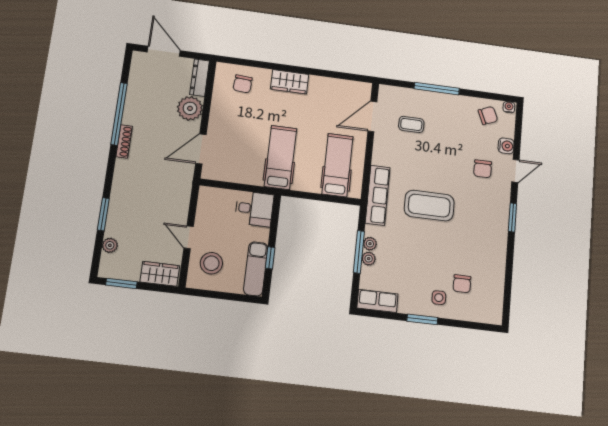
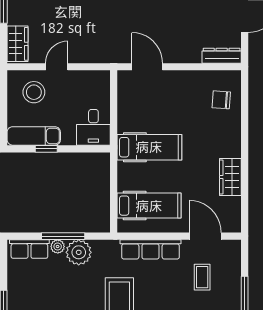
wardrobe: (290, 82) -> (230, 177), moved
plant: (190, 108) -> (188, 50), removed
row of seats: (378, 195) -> (150, 249), moved
plant: (370, 244) -> (79, 252), width x1.88, depth x1.88
row of seats: (377, 301) -> (29, 249), moved, turned 90

